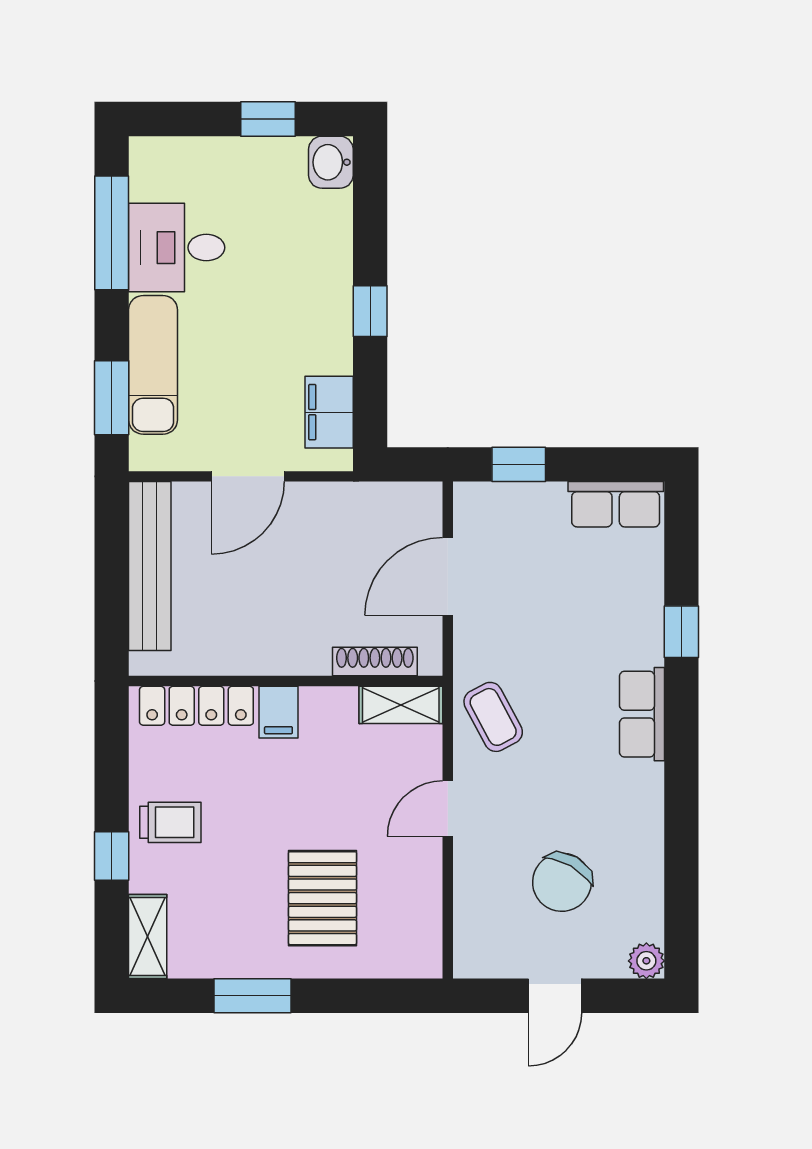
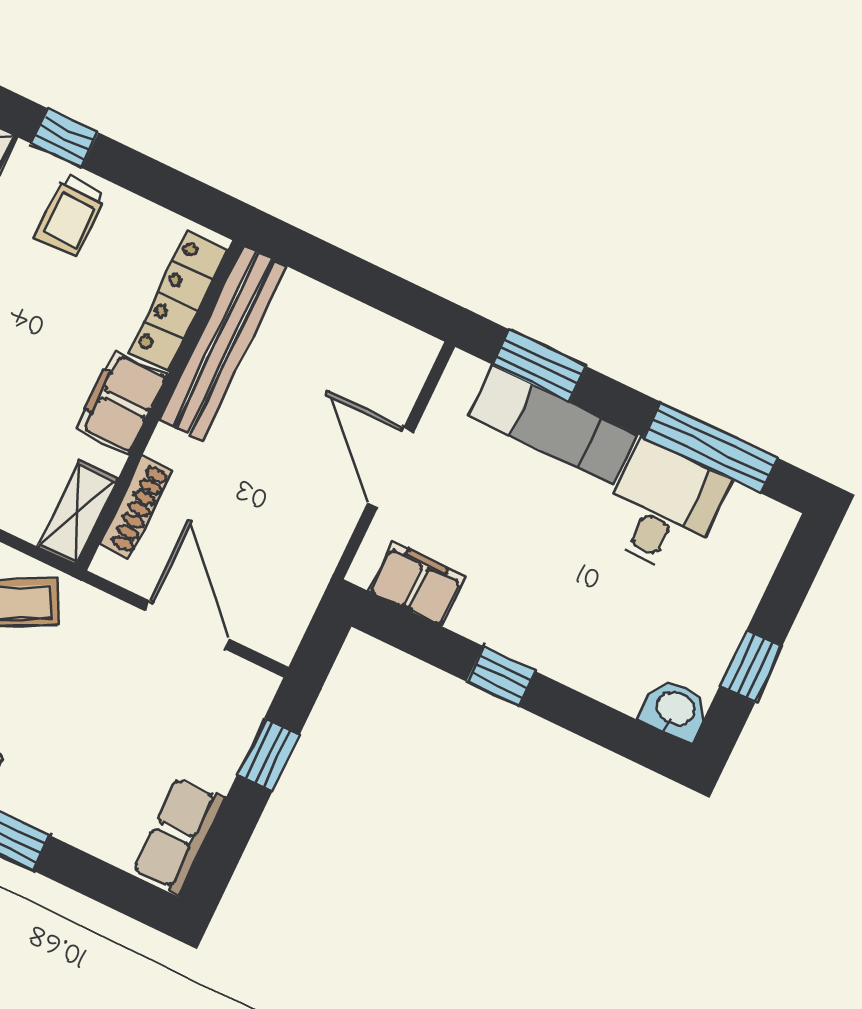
bench: (150, 566) -> (223, 343), moved, turned 90
filing cabinet: (278, 712) -> (121, 403), width x2.00

